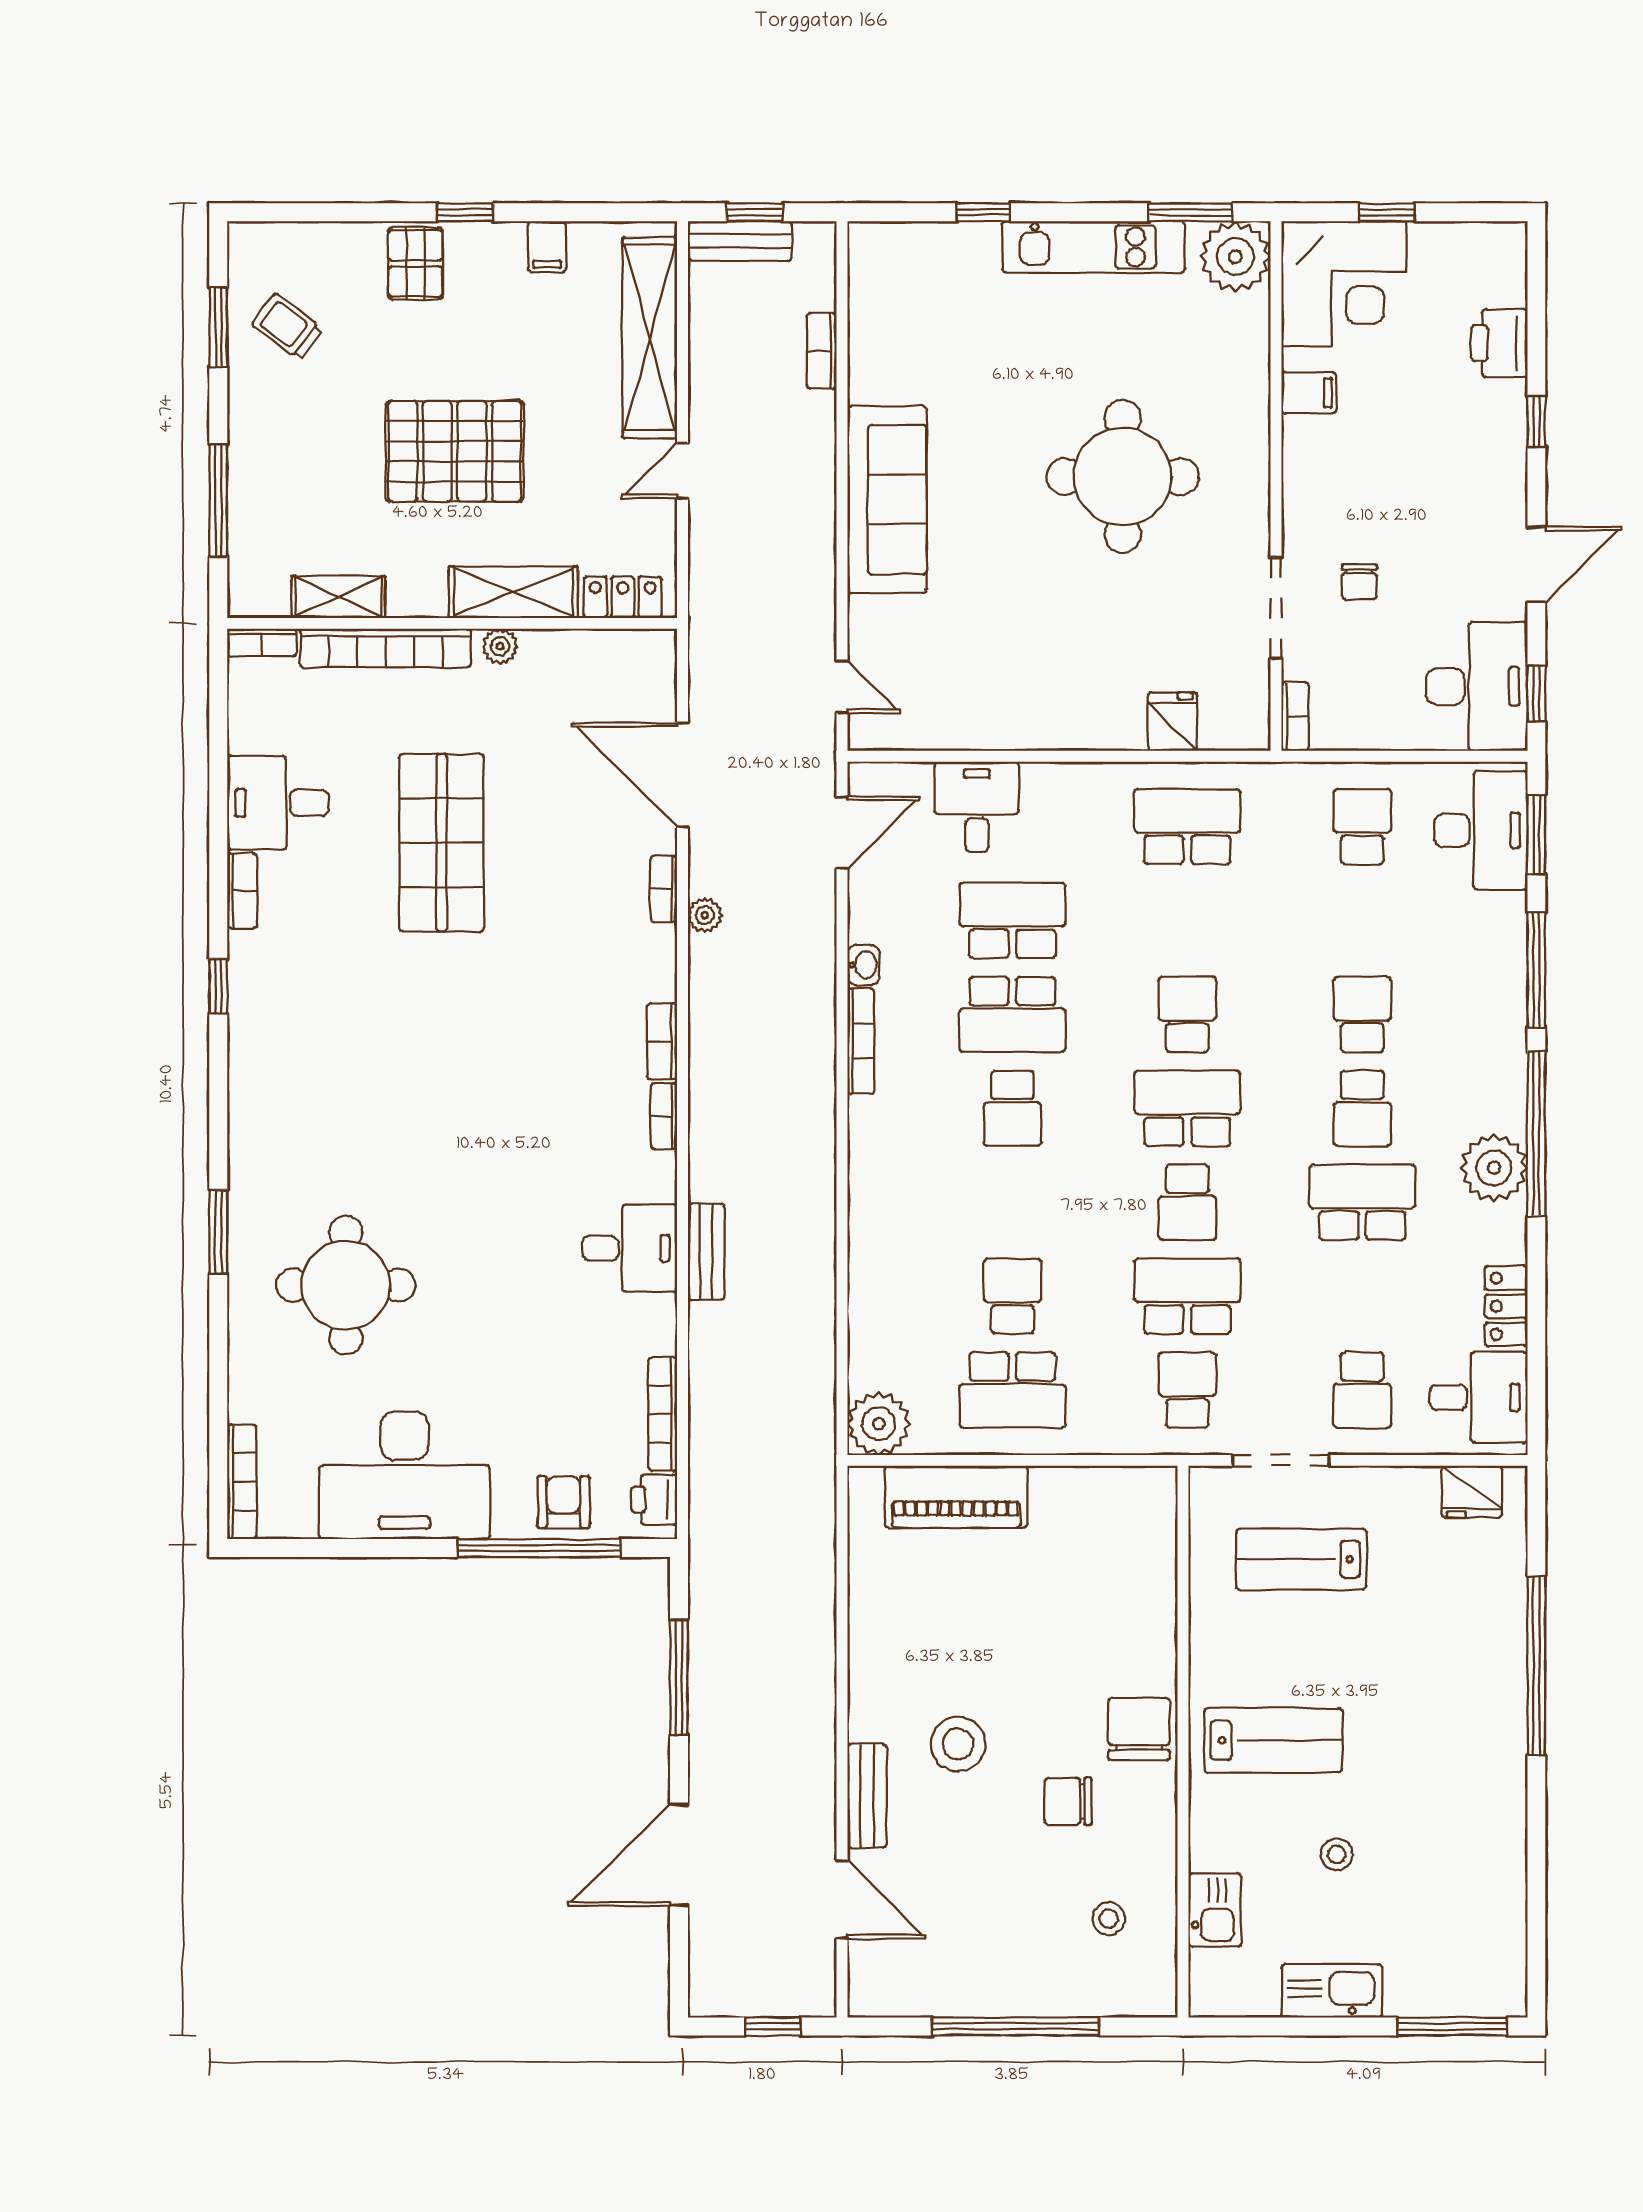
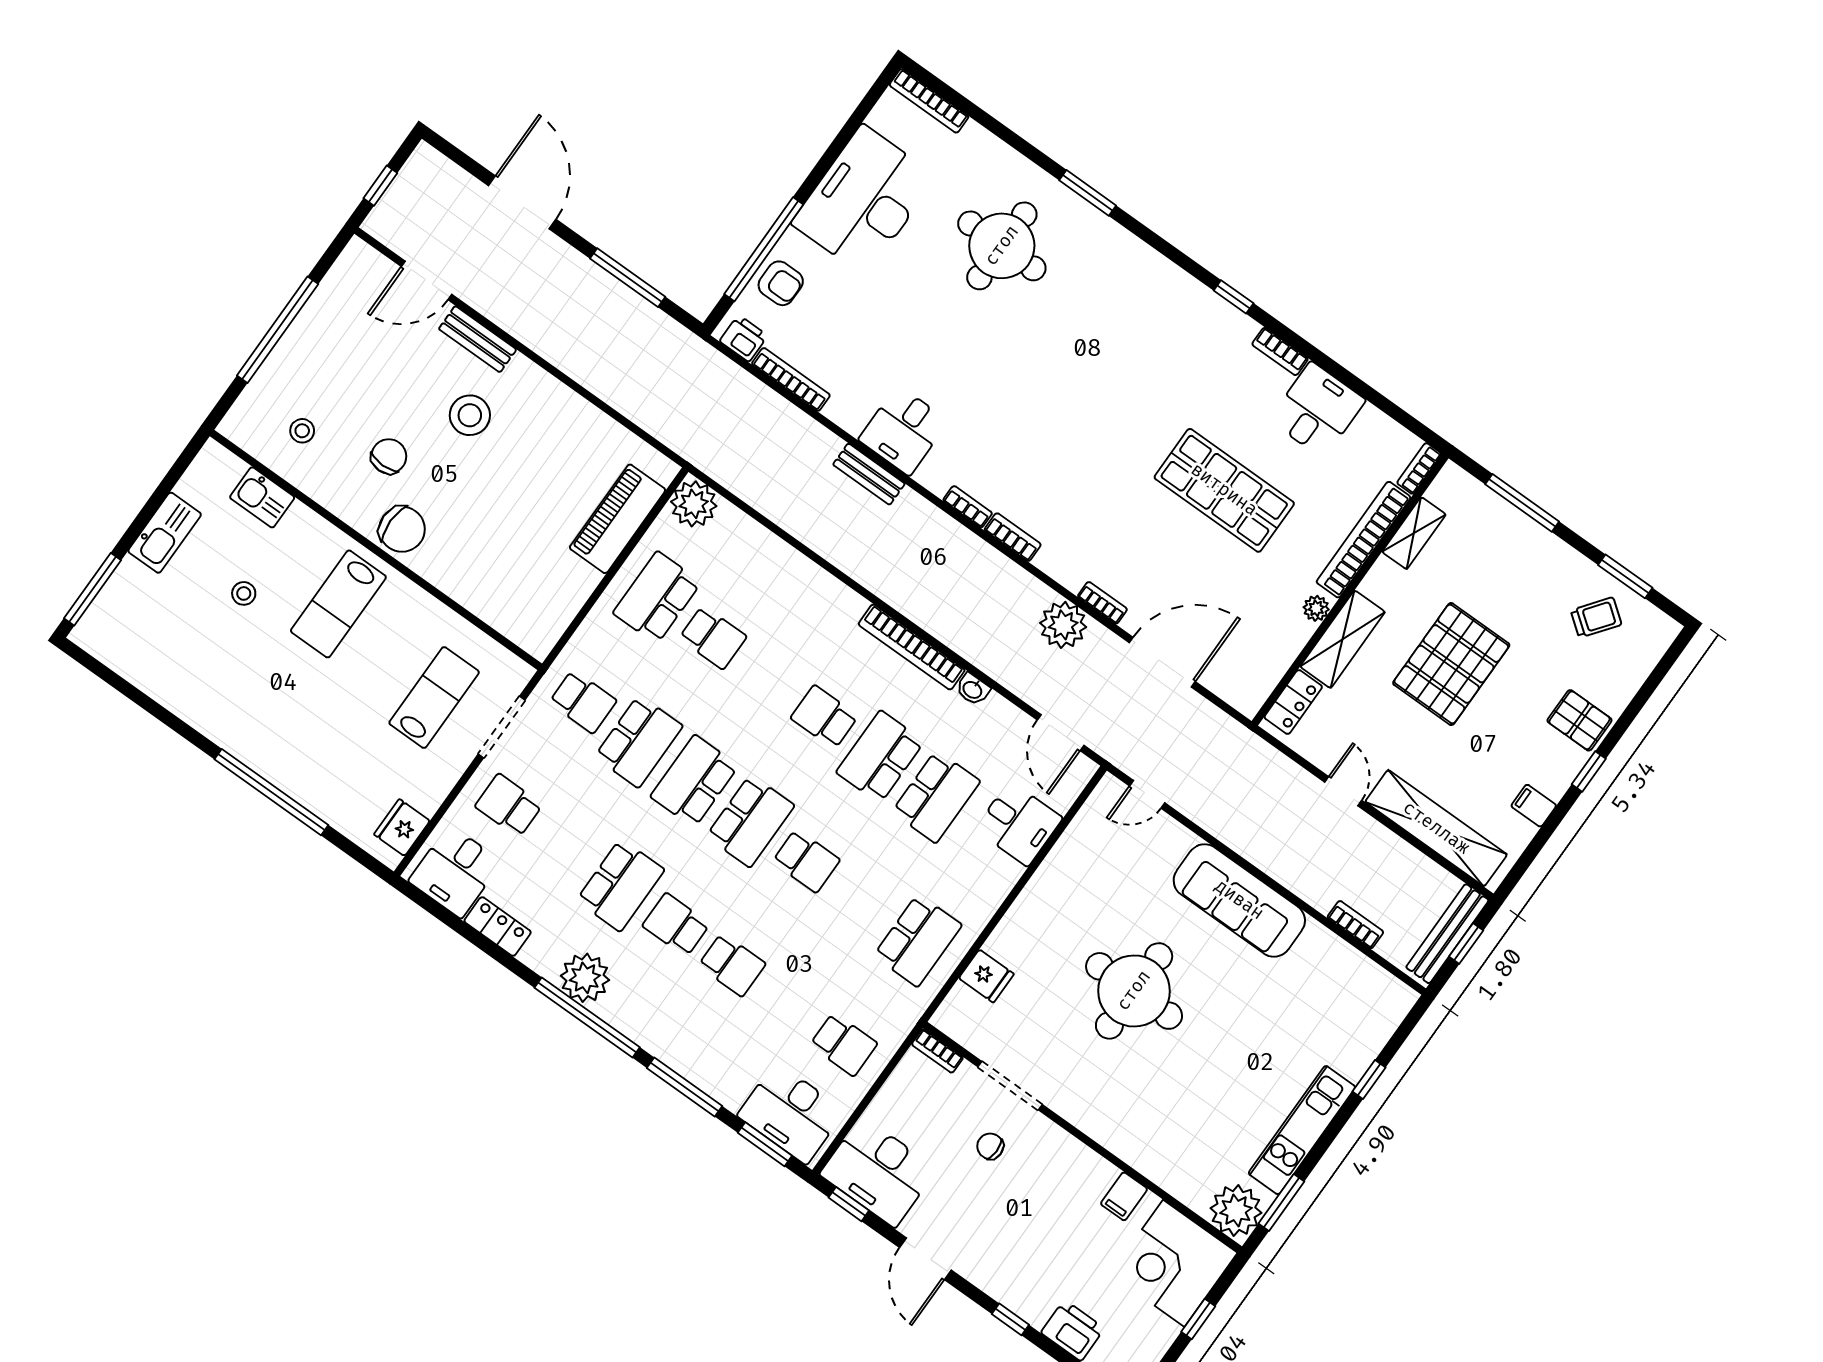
bench: (740, 241) -> (1447, 934), width x1.36
round table: (1123, 476) -> (1134, 991), moved
plant: (705, 915) -> (1063, 625), width x1.88, depth x1.88
bookcase: (861, 1041) -> (912, 647), width x1.48, depth x1.31
school desk: (1187, 1202) -> (694, 781), width x1.85

